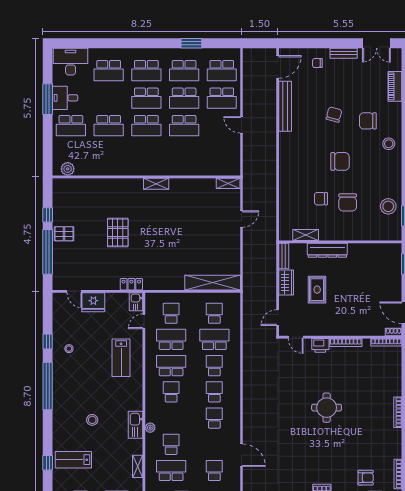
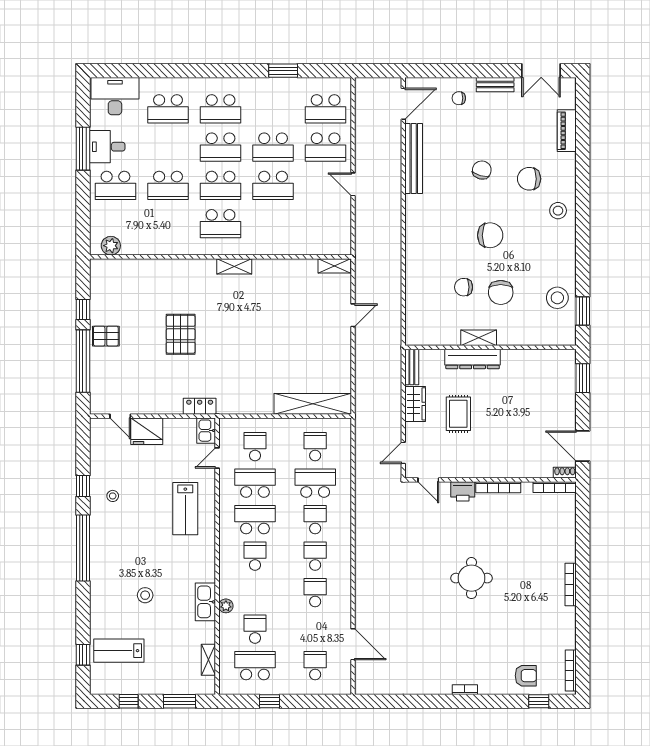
school desk: (184, 71) -> (221, 224), moved
shelving: (306, 235) -> (479, 338), moved

